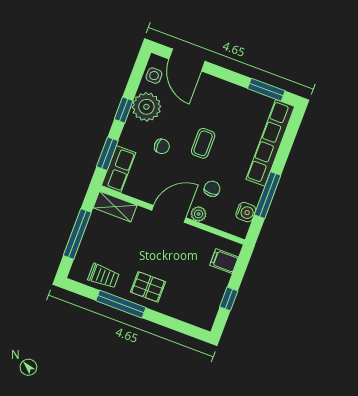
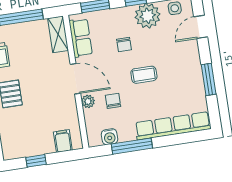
door: (187, 60) -> (201, 27), width x0.73
window: (266, 90) -> (209, 79), moved
row of seats: (119, 169) -> (81, 38), moved, turned -90
chair: (212, 189) -> (113, 101), turned -90

